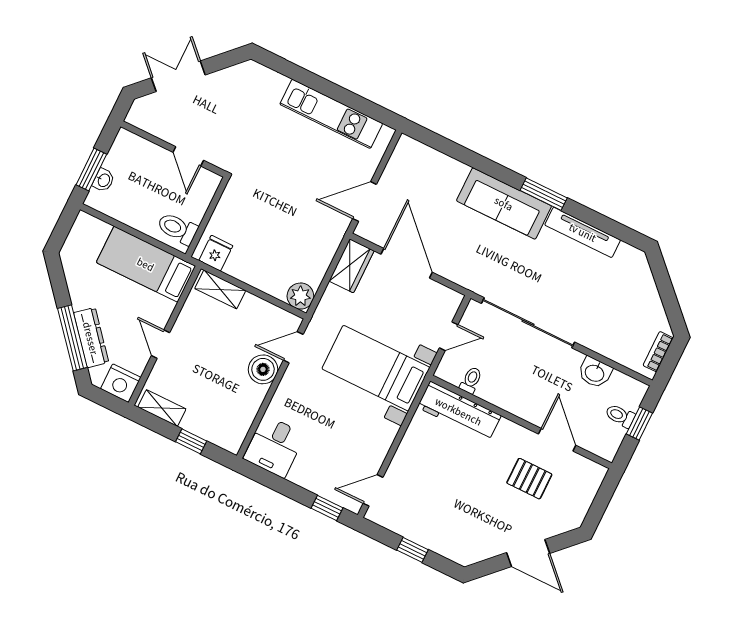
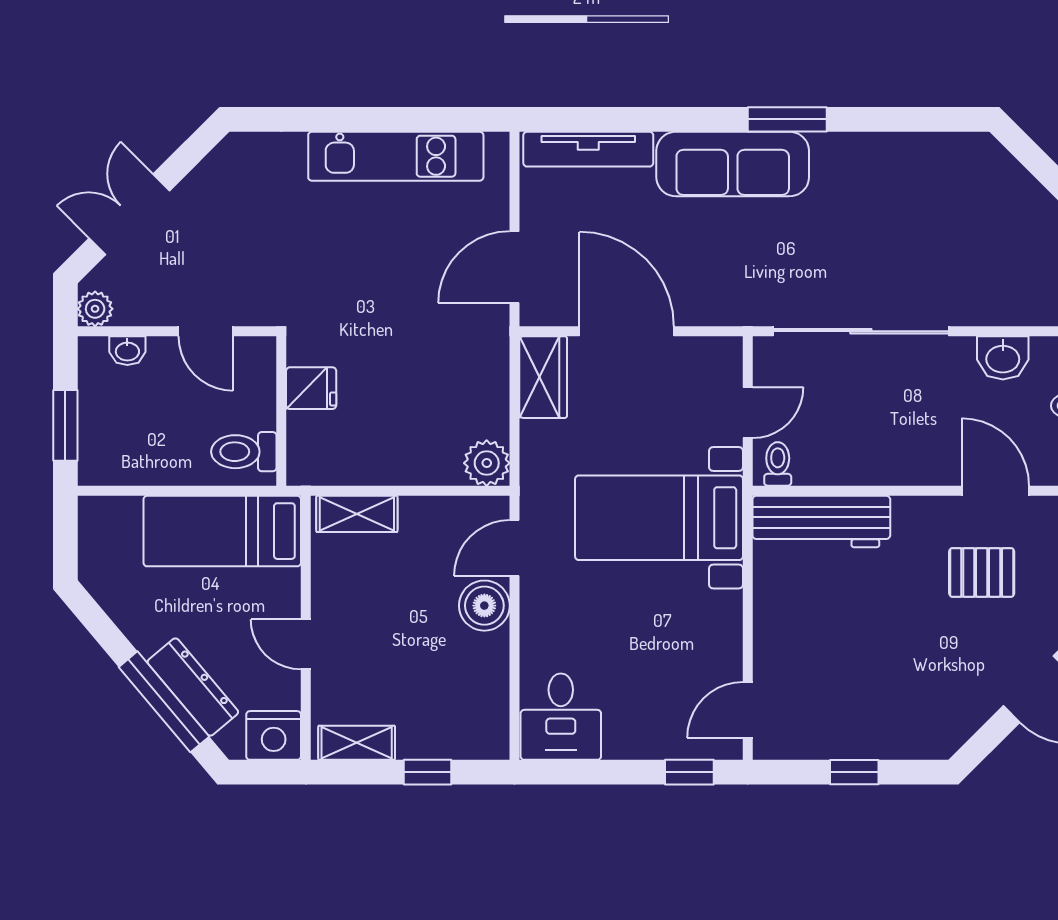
plant: (136, 117) -> (95, 309), added
washbasin: (103, 180) -> (127, 351), moved, turned 90
tv unit: (583, 232) -> (588, 149), moved
fridge: (216, 253) -> (311, 388), moved, turned 90
toilet: (471, 380) -> (778, 464), moved

